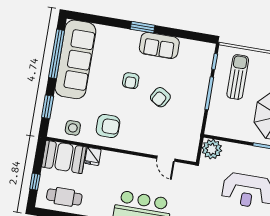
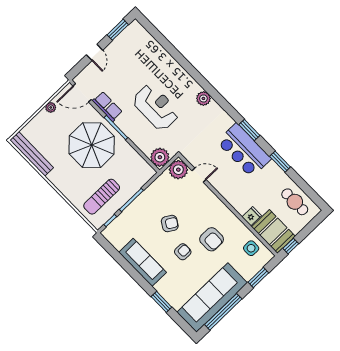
window: (143, 27) -> (161, 302), moved
sofa: (159, 45) -> (143, 262), width x1.36
armchair: (108, 126) -> (212, 239), moved, turned 180
plant: (188, 150) -> (178, 170), added
door: (166, 159) -> (199, 175), hinge flipped
window: (35, 182) -> (291, 246), moved

